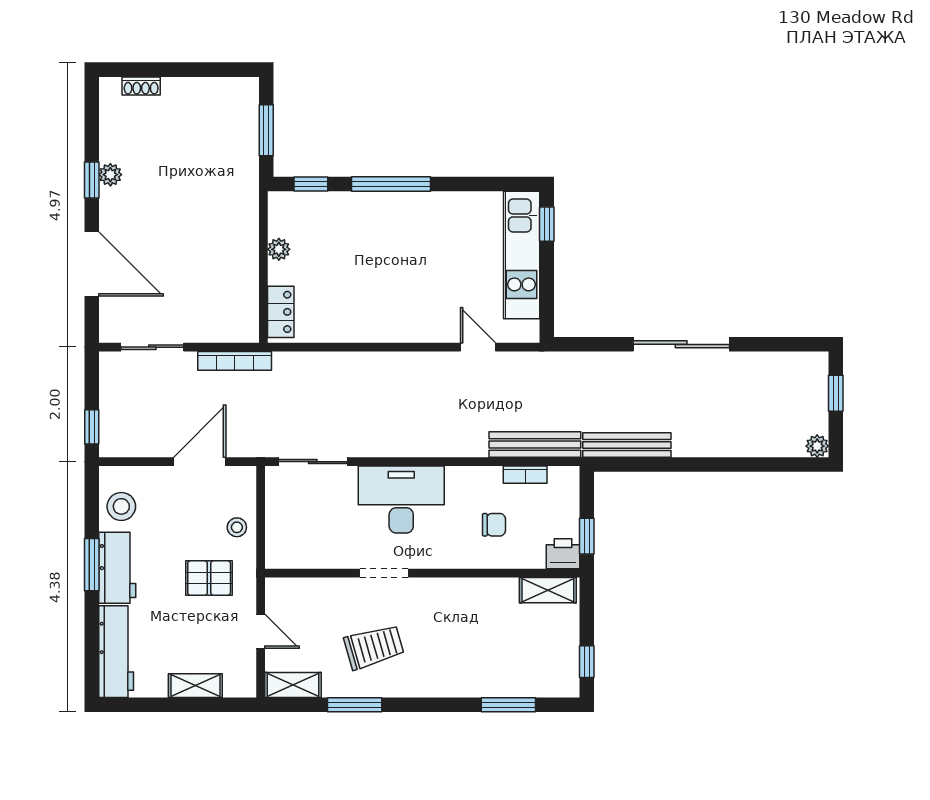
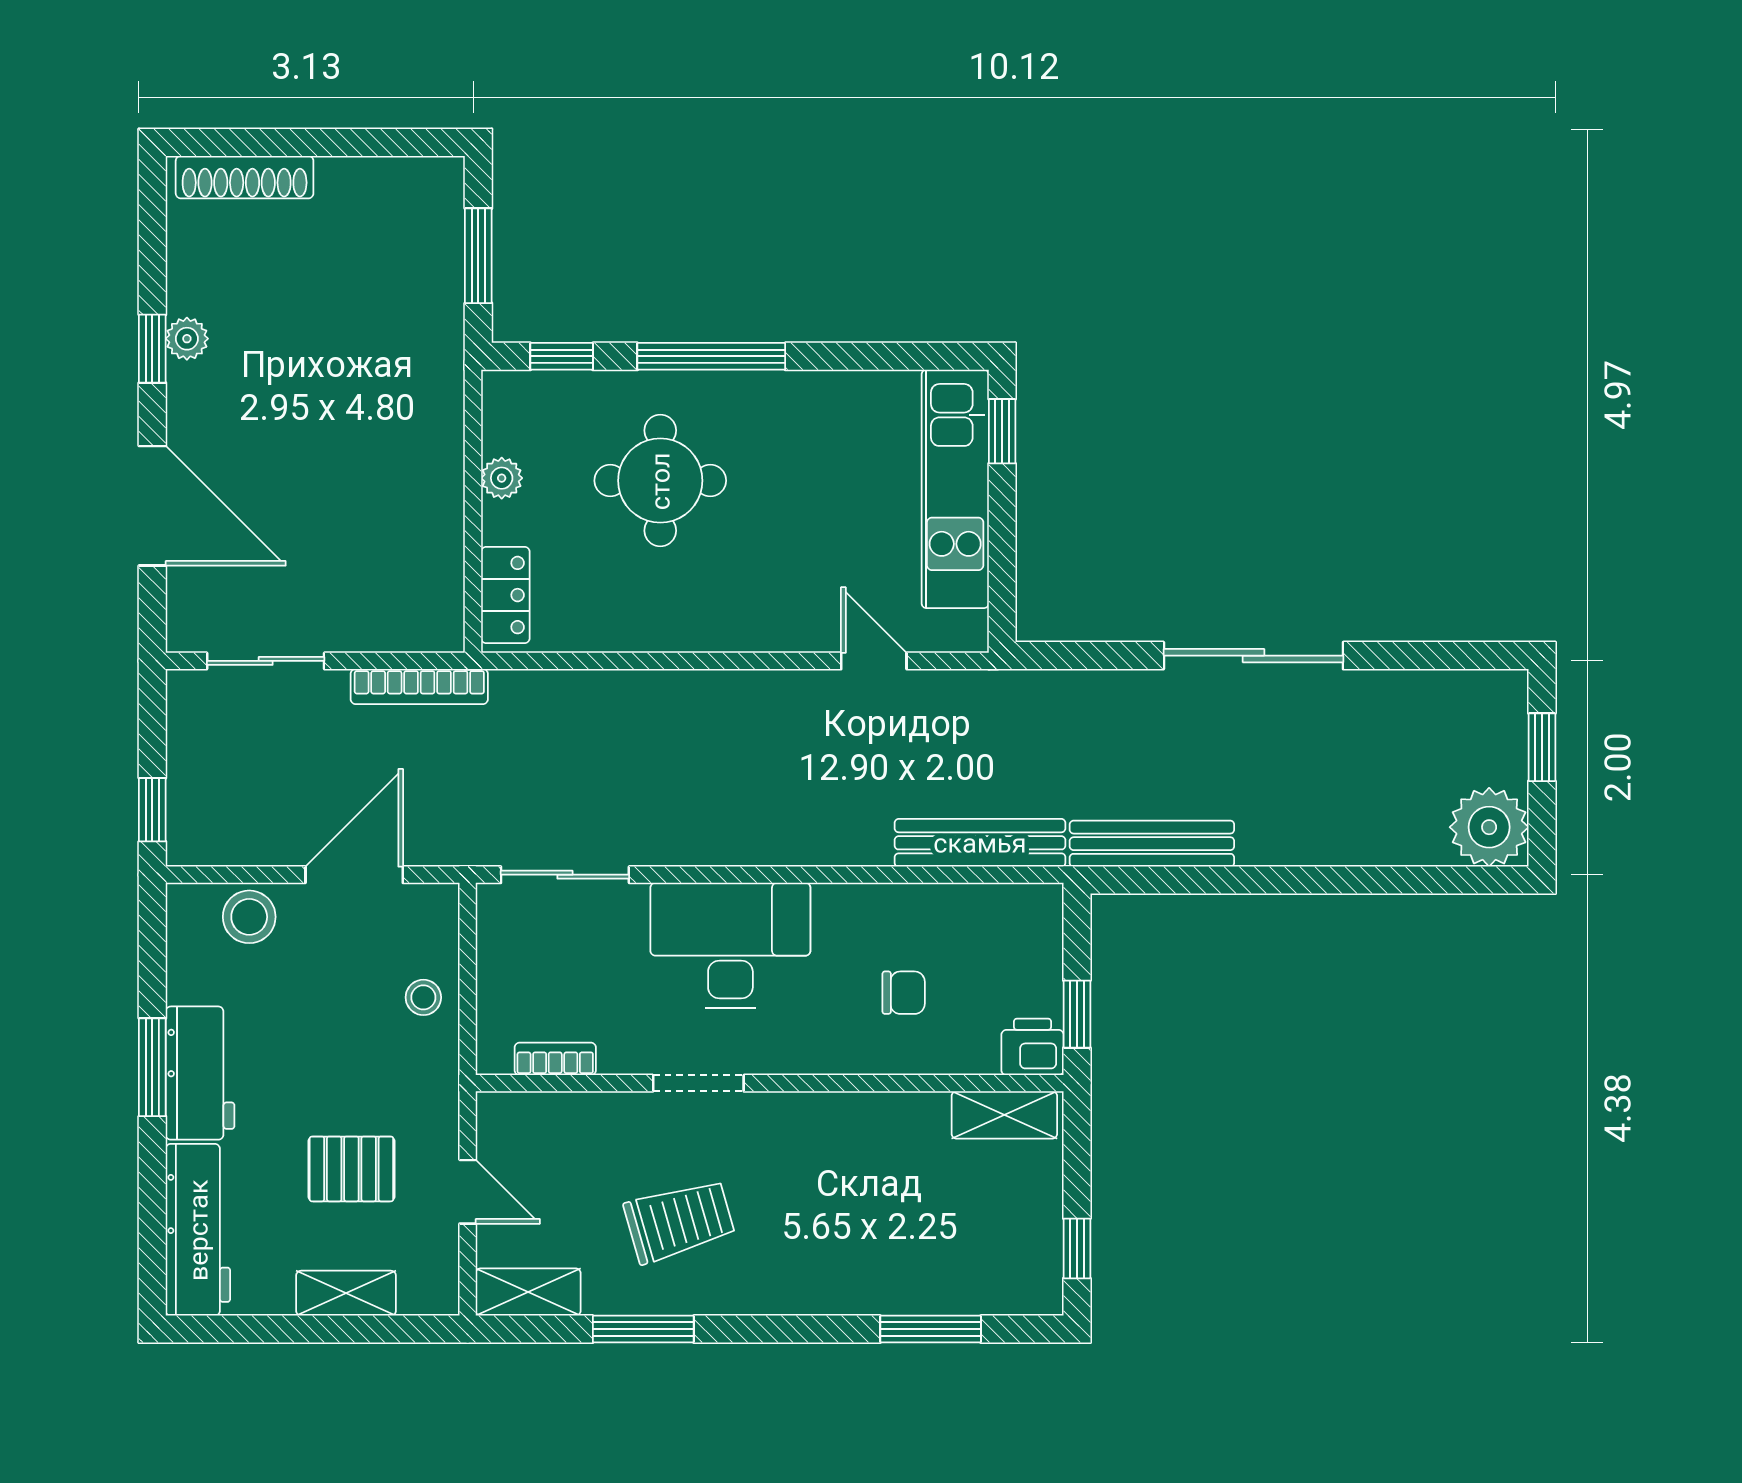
shoe rack: (141, 86) -> (245, 177), width x1.94, depth x1.24
round table: (364, 251) -> (660, 481), added
plant: (817, 446) -> (1489, 827), width x1.88, depth x1.88
bookcase: (525, 475) -> (555, 1059), moved, turned 180
stool: (121, 506) -> (249, 917), moved
pallet: (209, 578) -> (351, 1169), moved

